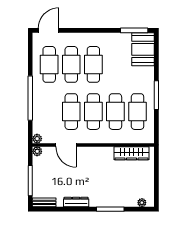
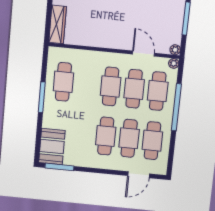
door: (49, 30) -> (139, 175), moved
cafe table: (115, 112) -> (158, 91), moved
wardrobe: (132, 153) -> (58, 24), moved, turned 90

